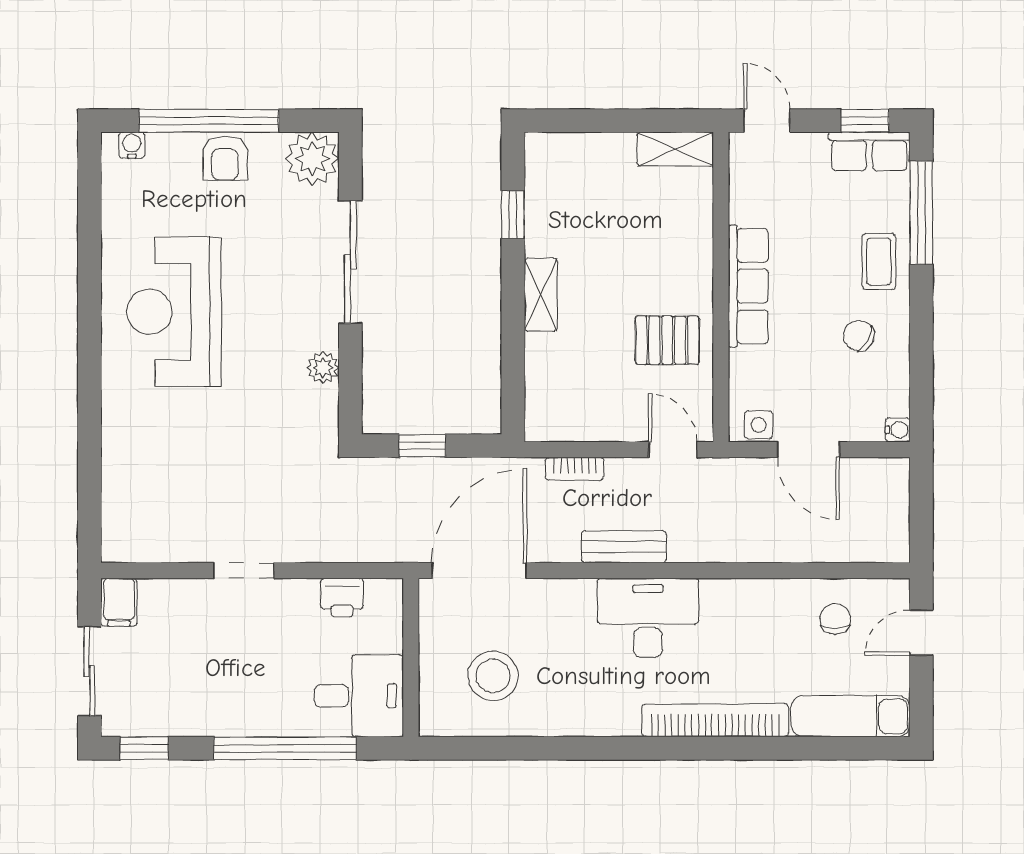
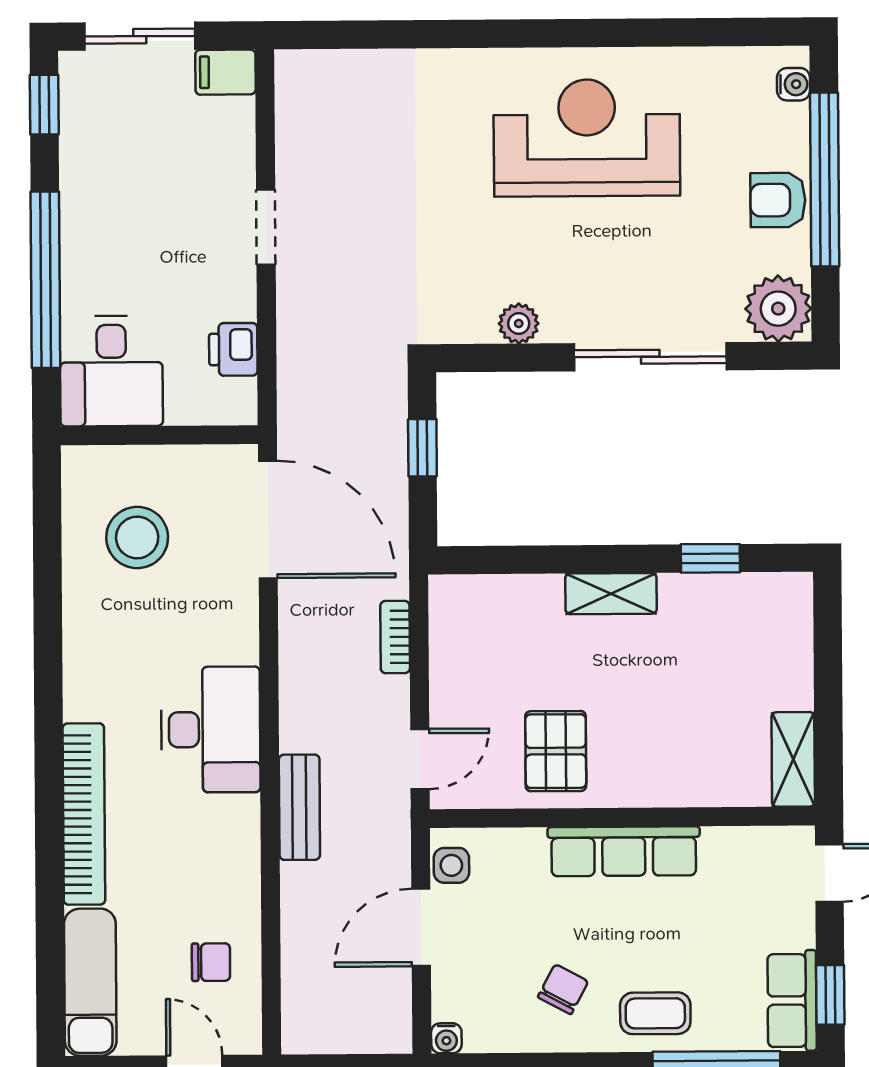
bench: (624, 547) -> (299, 807), moved

